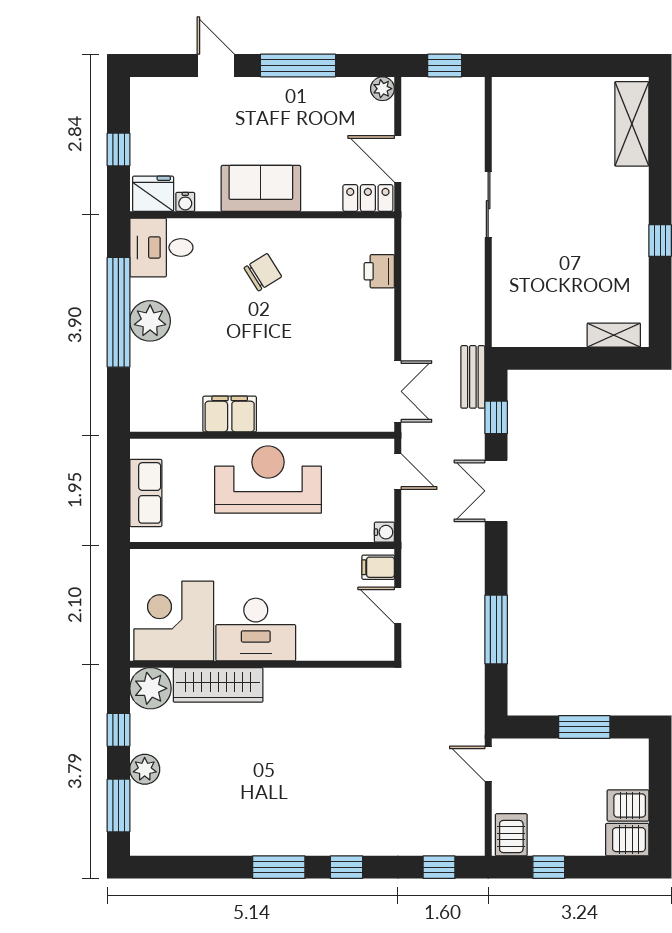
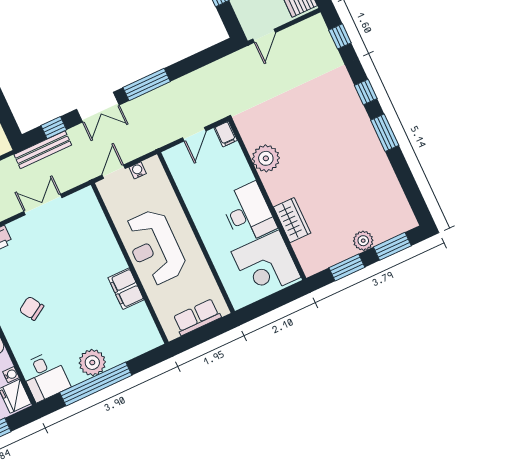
bench: (473, 377) -> (43, 150), width x1.36
double door: (398, 391) -> (43, 205), moved
water cooler: (384, 532) -> (138, 170), moved
filing cabinet: (378, 567) -> (226, 134), moved
window: (496, 630) -> (147, 84), moved
wardrobe: (218, 685) -> (292, 220), width x0.67
plant: (150, 688) -> (266, 158), moved
window: (118, 730) -> (347, 267), width x1.50

